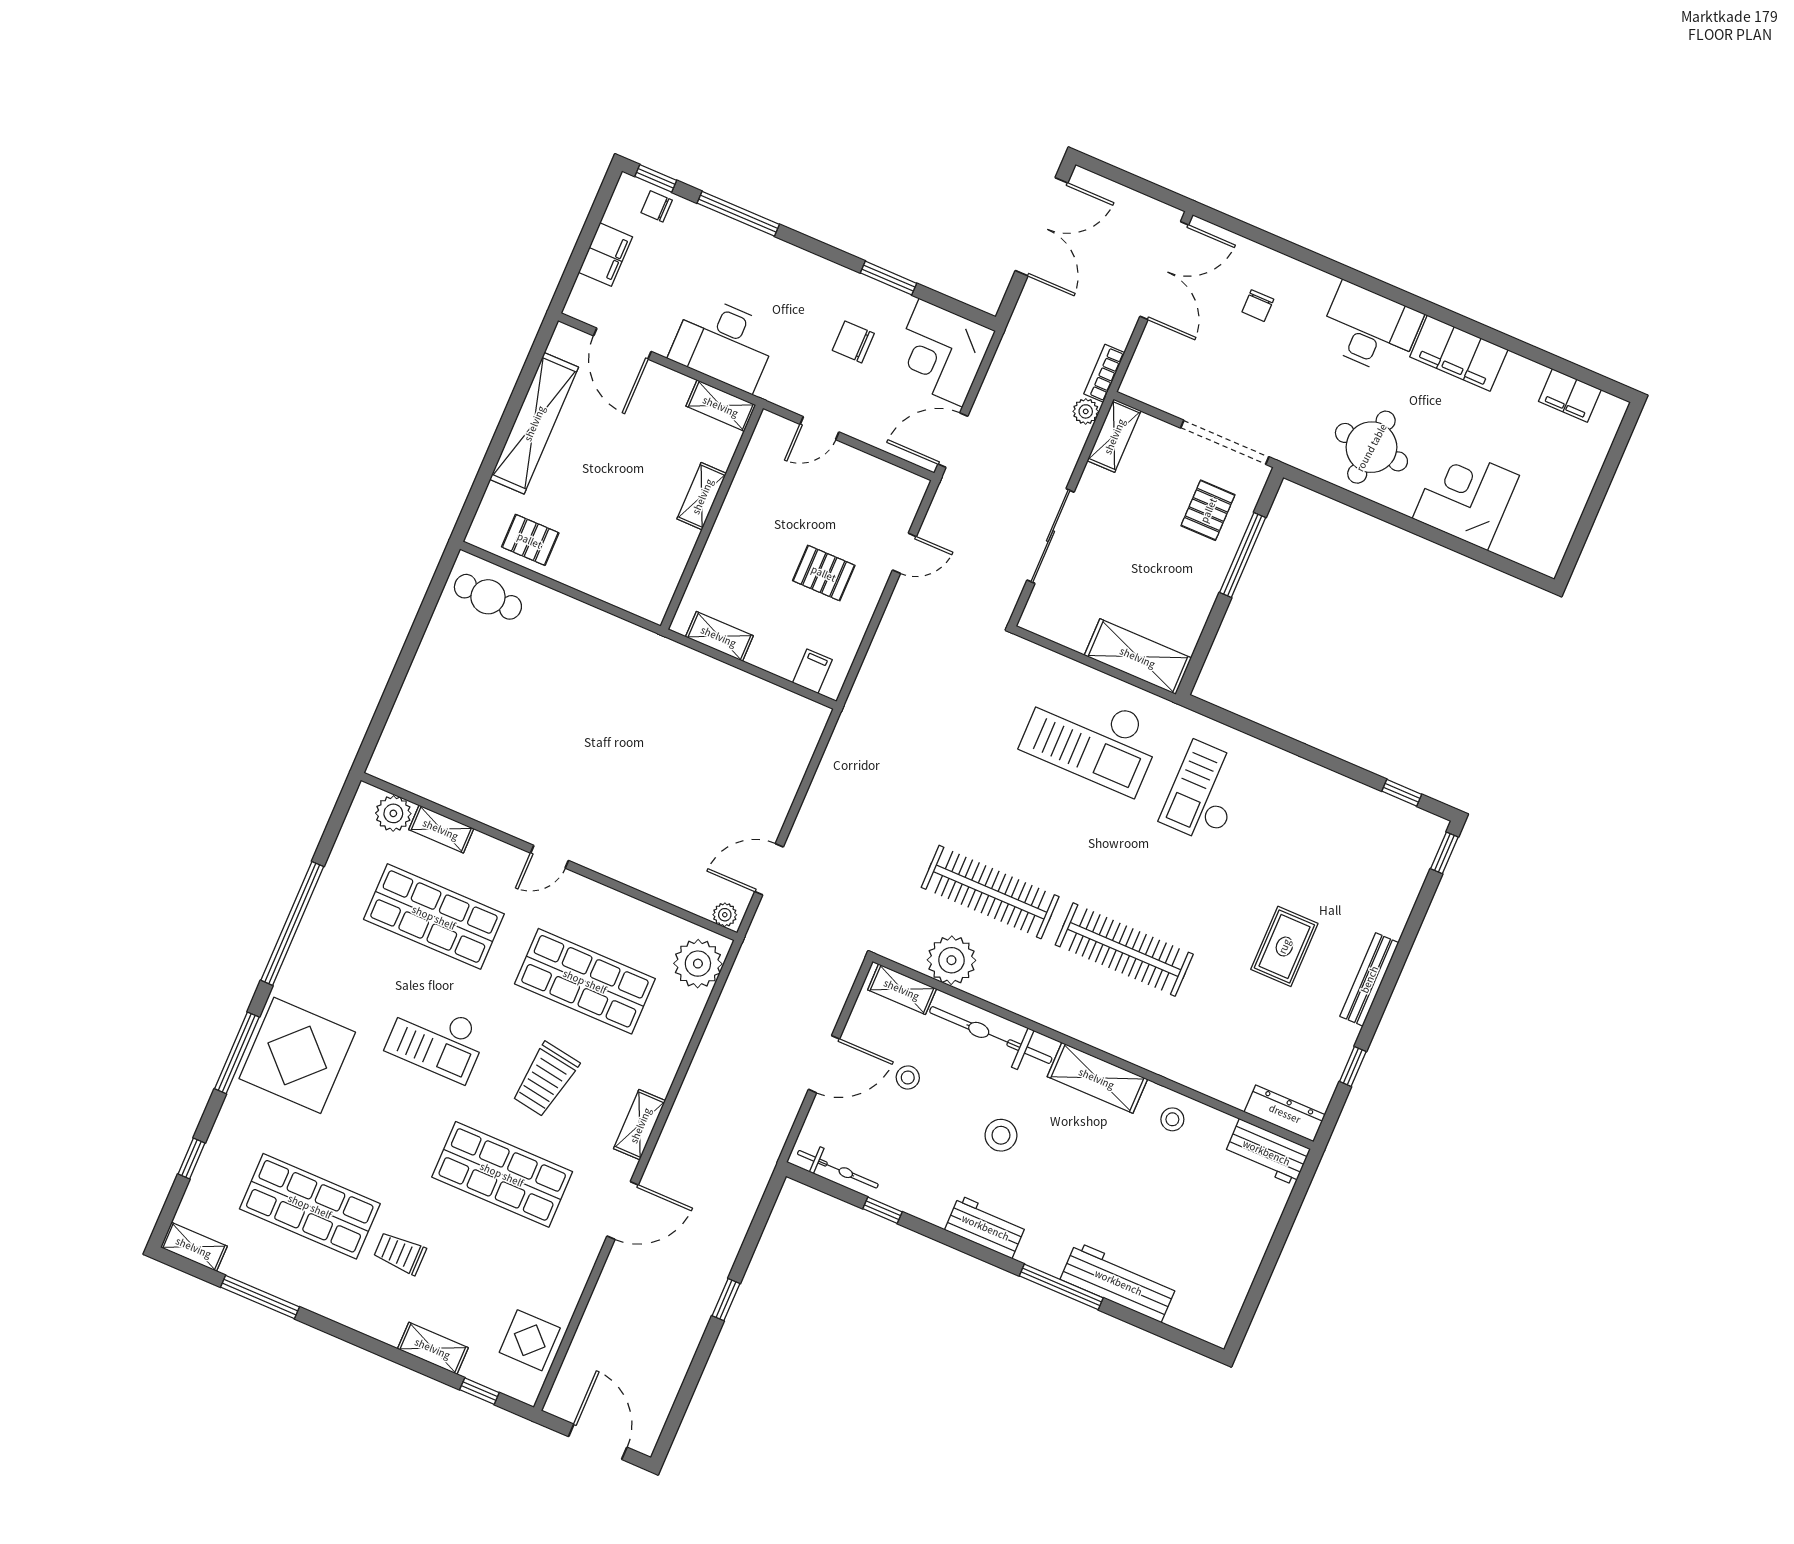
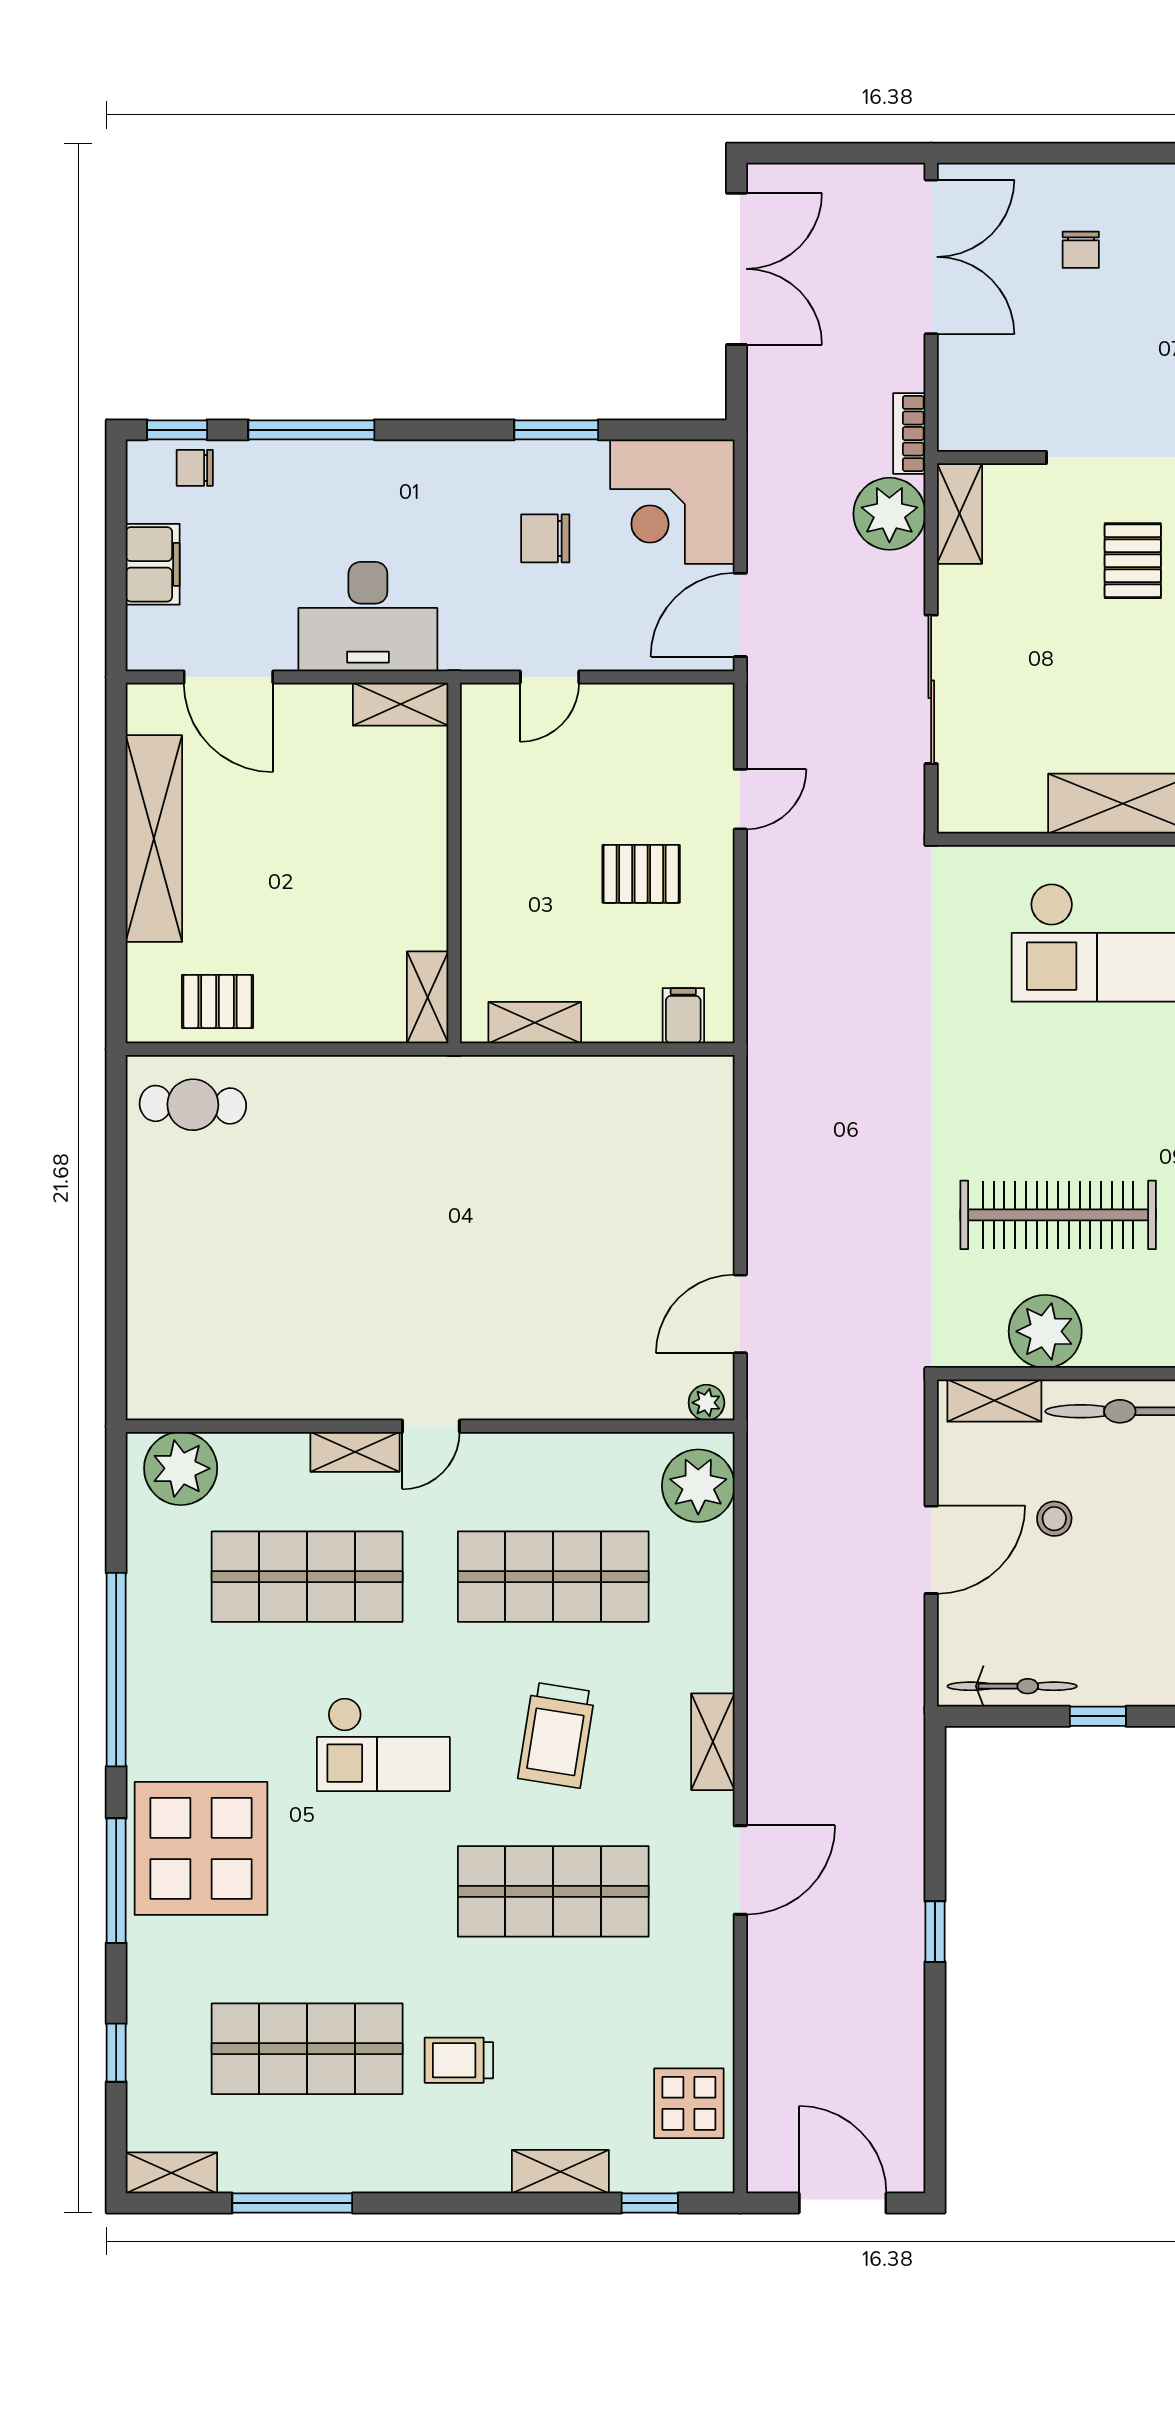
plant: (1086, 411) -> (889, 514), width x1.87, depth x1.87
shelving: (702, 496) -> (428, 997), moved
plant: (393, 813) -> (181, 1468), width x1.36, depth x1.36
shelving: (441, 829) -> (355, 1452), moved

